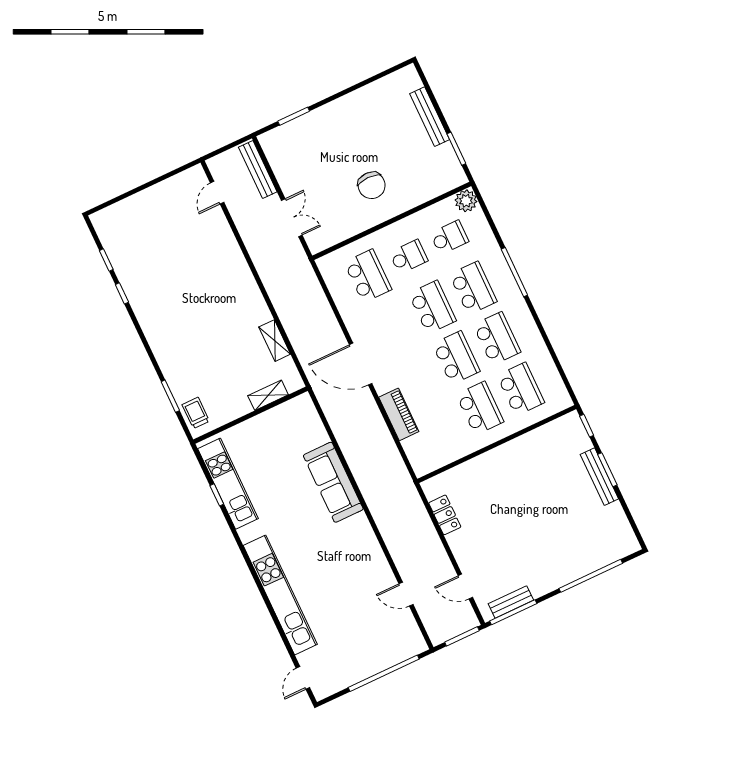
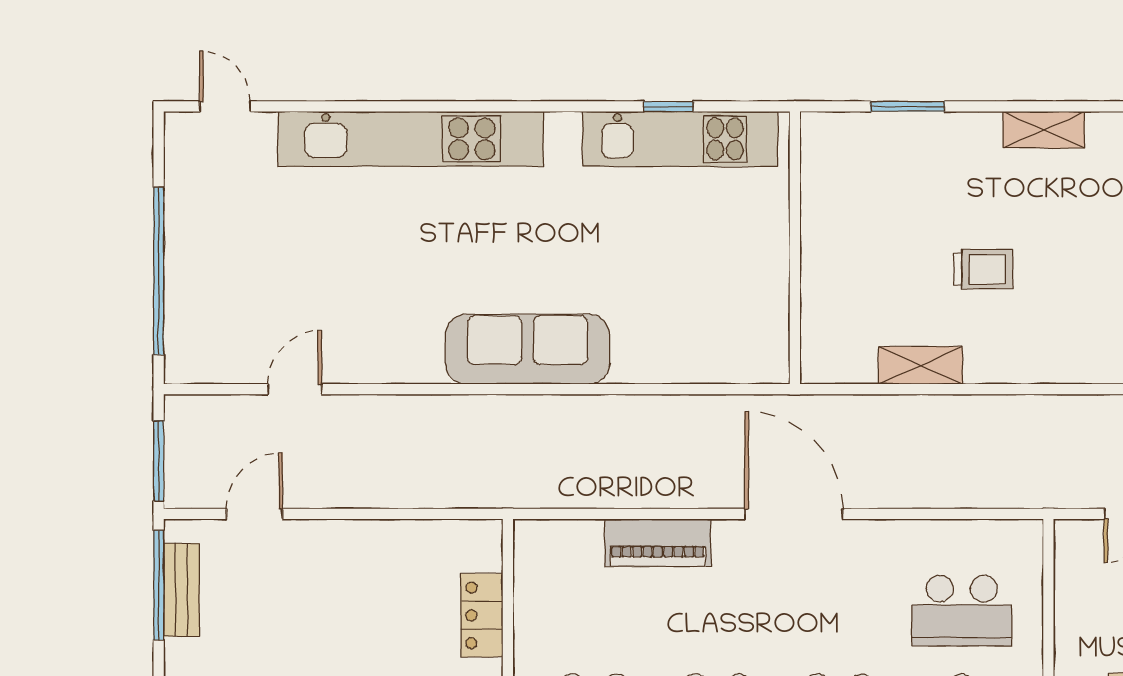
door: (361, 364) -> (794, 514), hinge flipped
shelving: (268, 395) -> (1044, 130), moved, turned 90
trolley: (196, 413) -> (983, 269), moved
sofa: (333, 482) -> (528, 349), moved
locker: (445, 515) -> (482, 615), moved, turned 90

